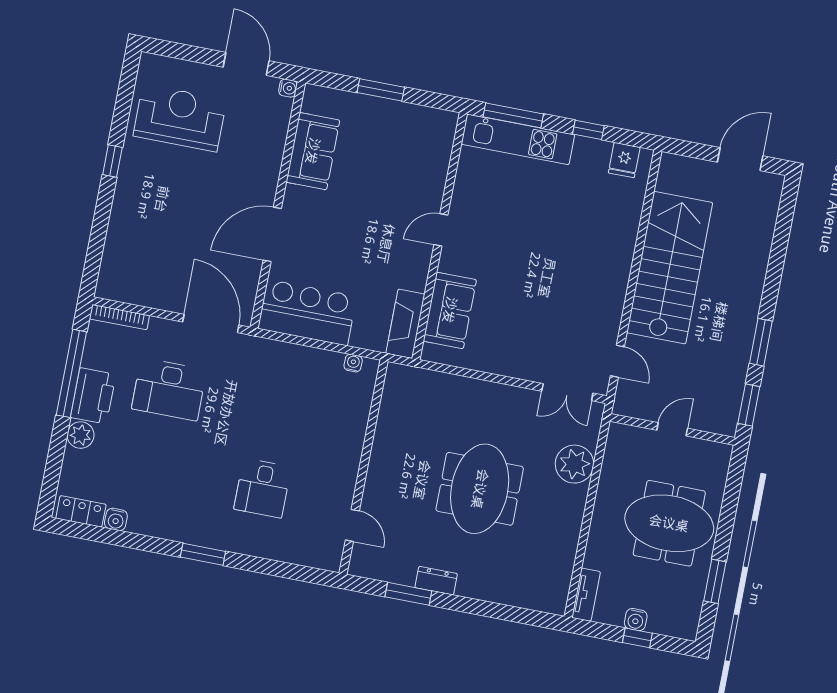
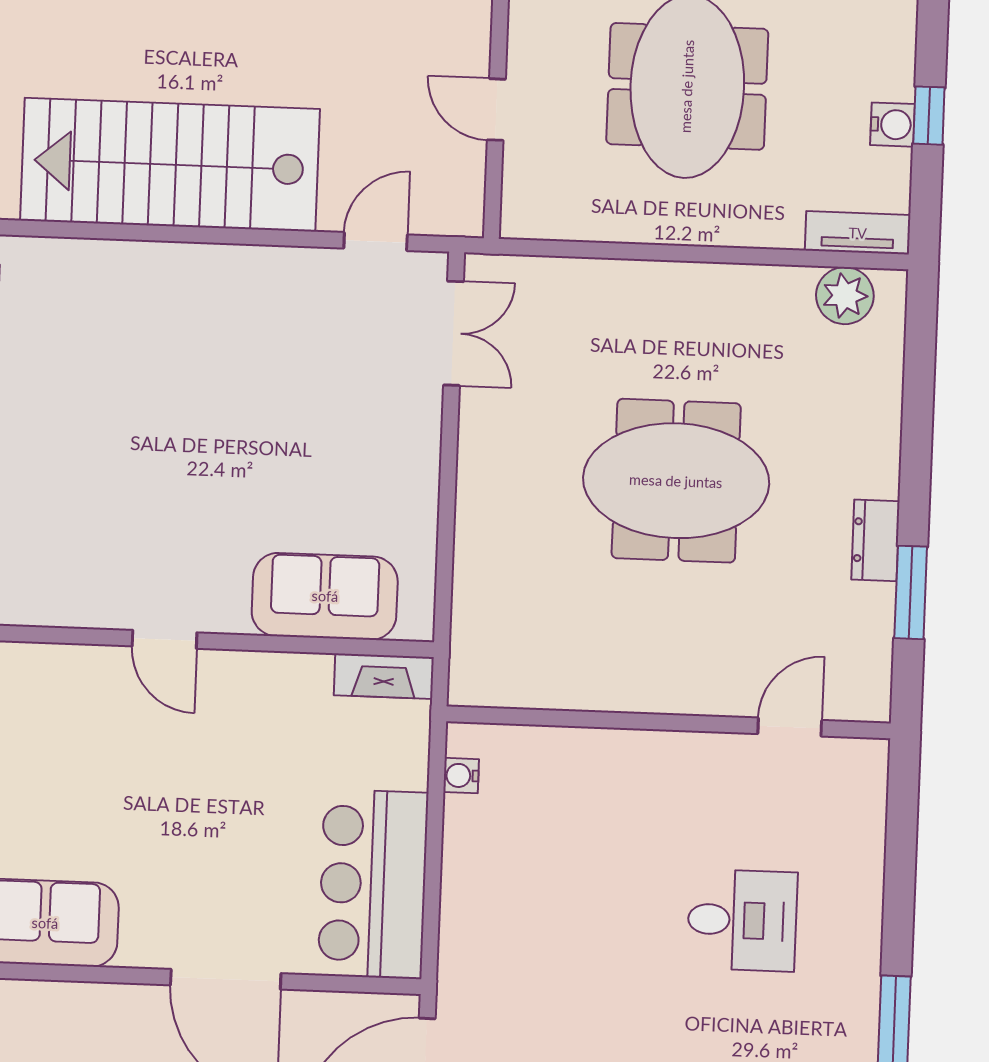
fireplace: (405, 324) -> (384, 676), width x0.73, depth x0.76
plant: (574, 464) -> (845, 296), moved, width x0.73, depth x0.73

